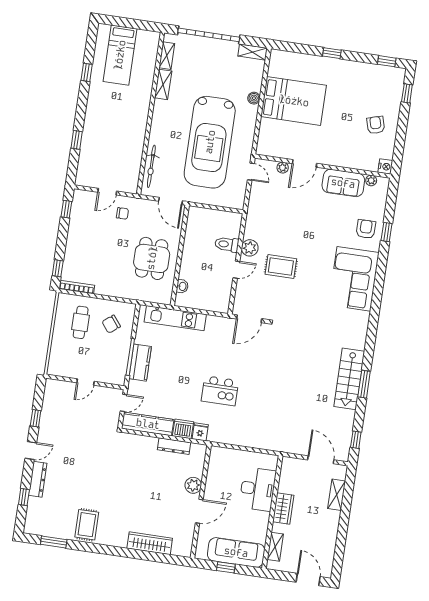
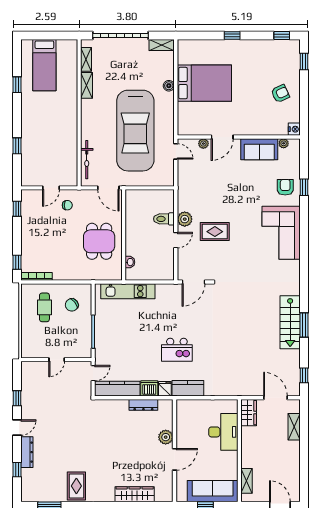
armchair: (376, 125) -> (280, 94), turned 81
kitchen counter: (140, 363) -> (188, 388), moved, turned -90
wardrobe: (283, 509) -> (249, 413), moved

